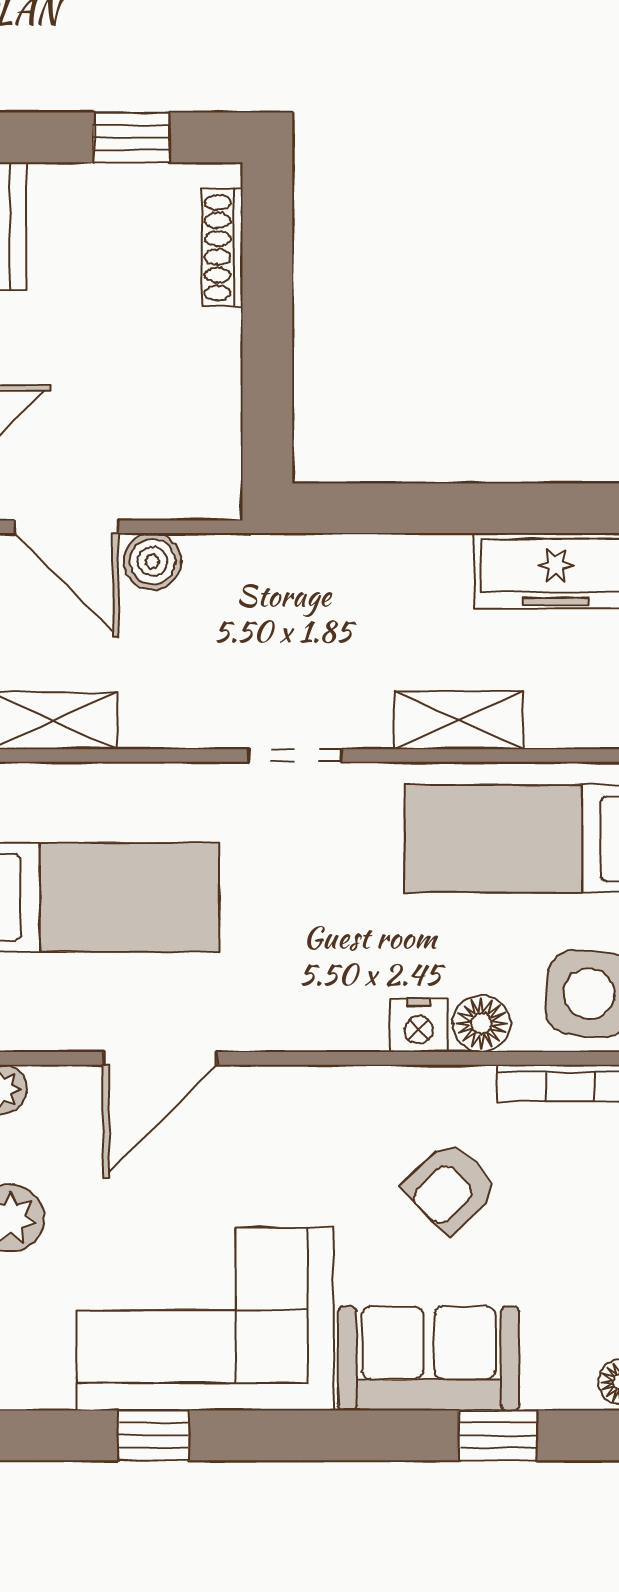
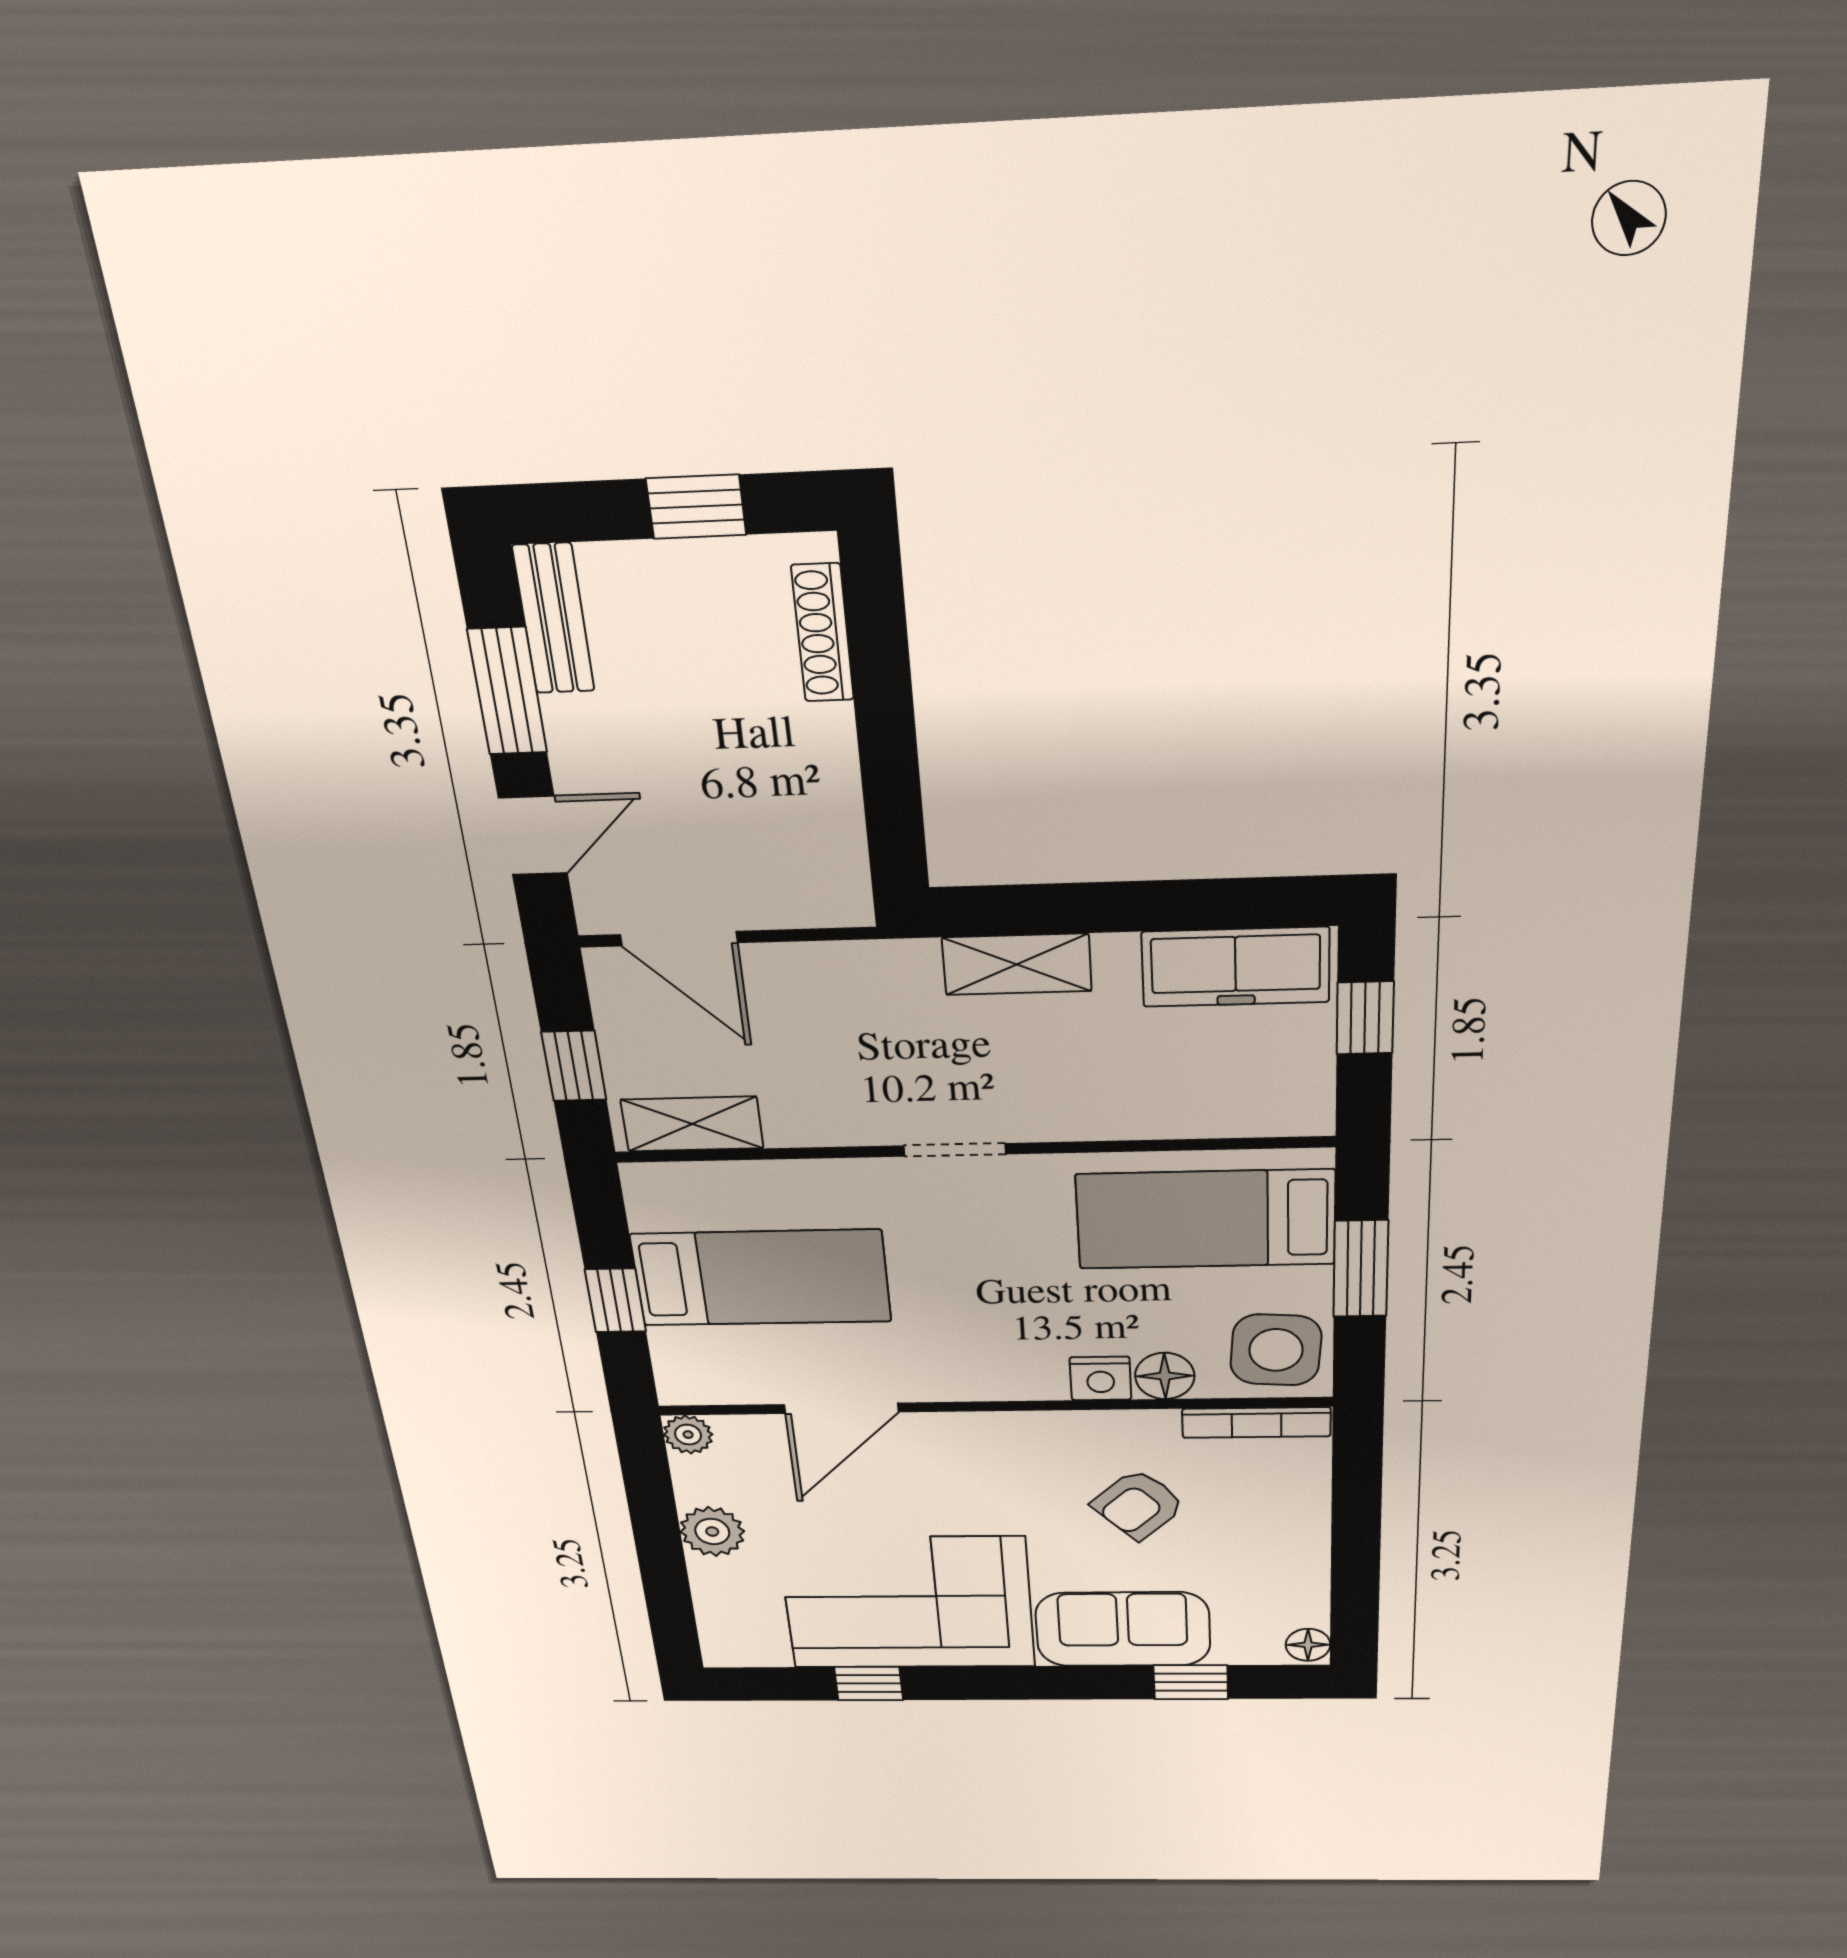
boiler: (152, 561) -> (780, 970), removed
shelving: (459, 720) -> (1017, 964), moved

